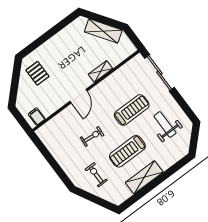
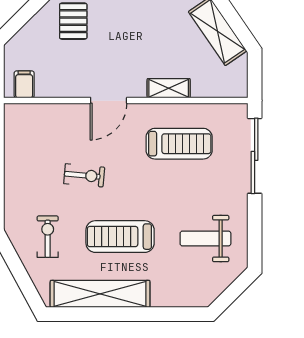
treadmill: (132, 110) -> (179, 144), moved
weight bench: (165, 124) -> (205, 239), turned -90
shelving: (144, 177) -> (100, 294), width x1.47

